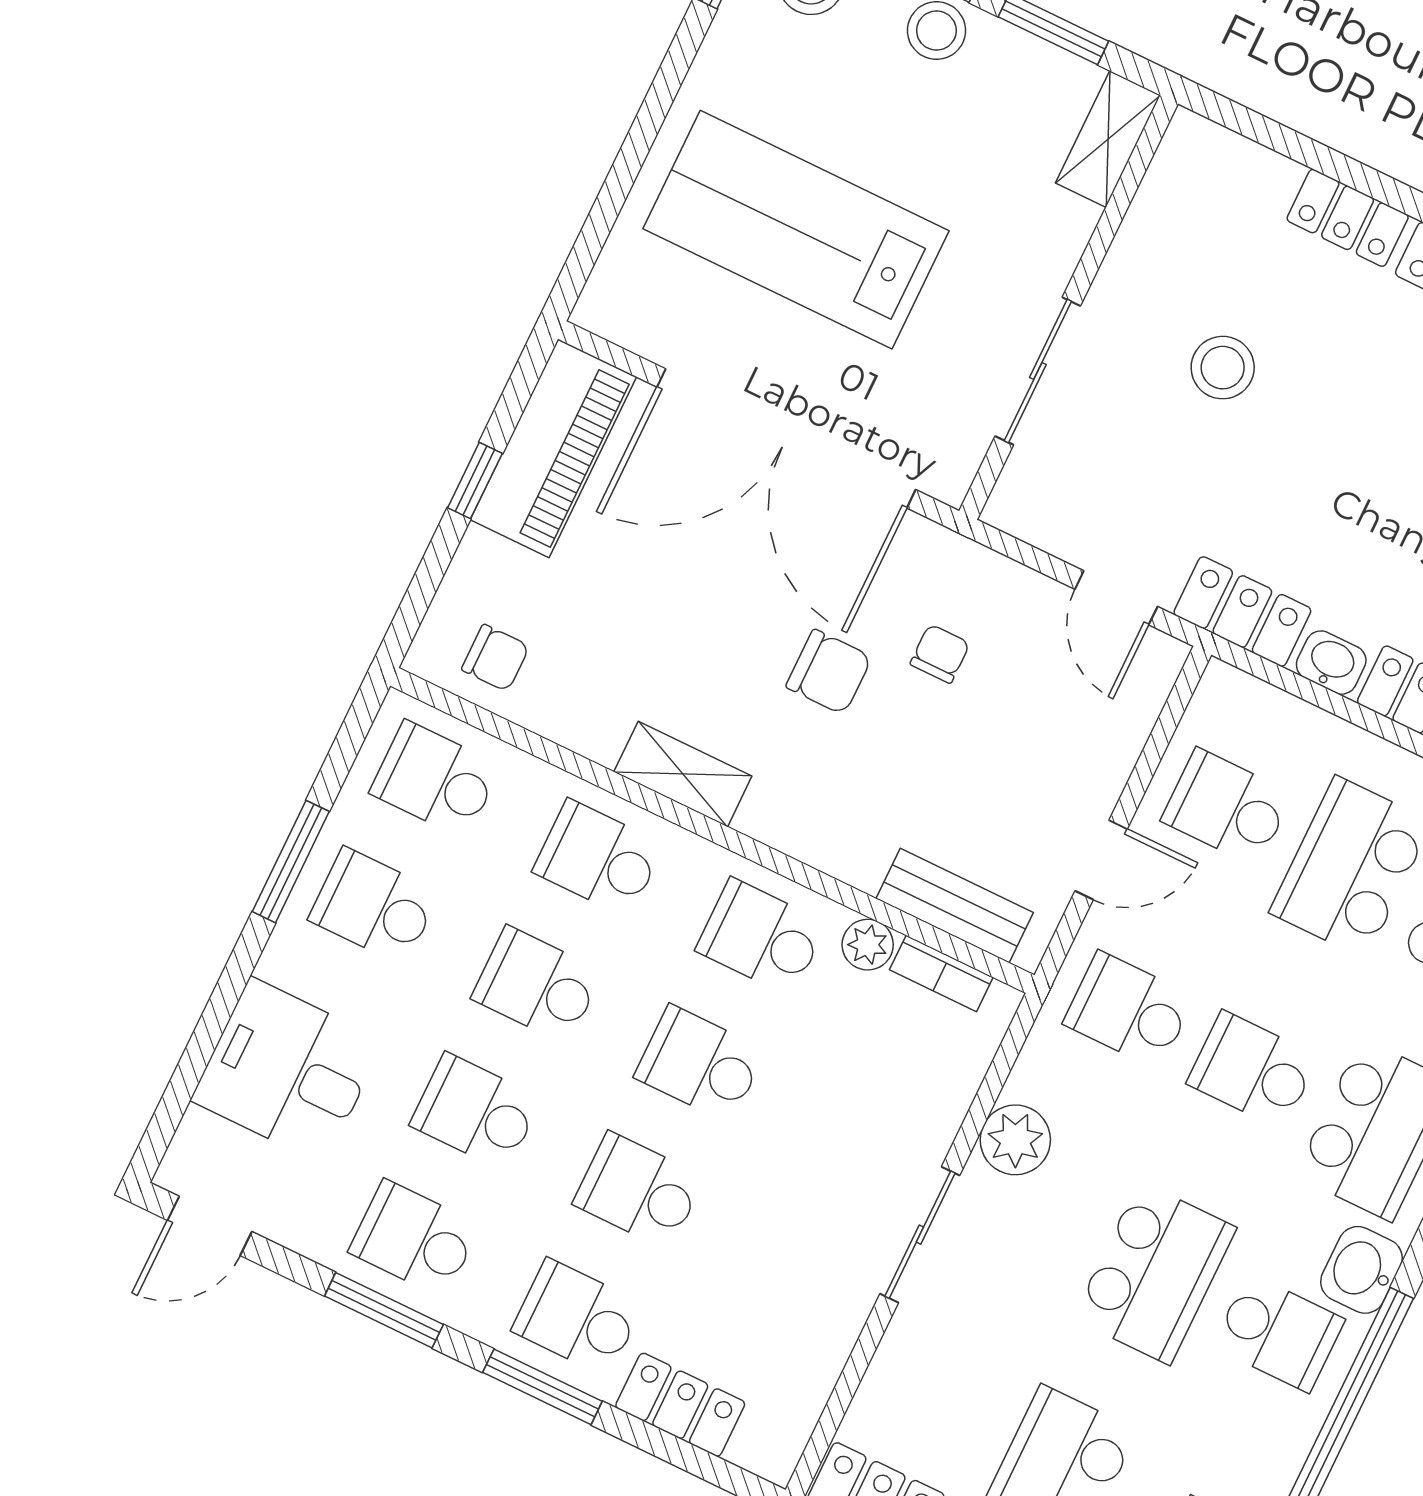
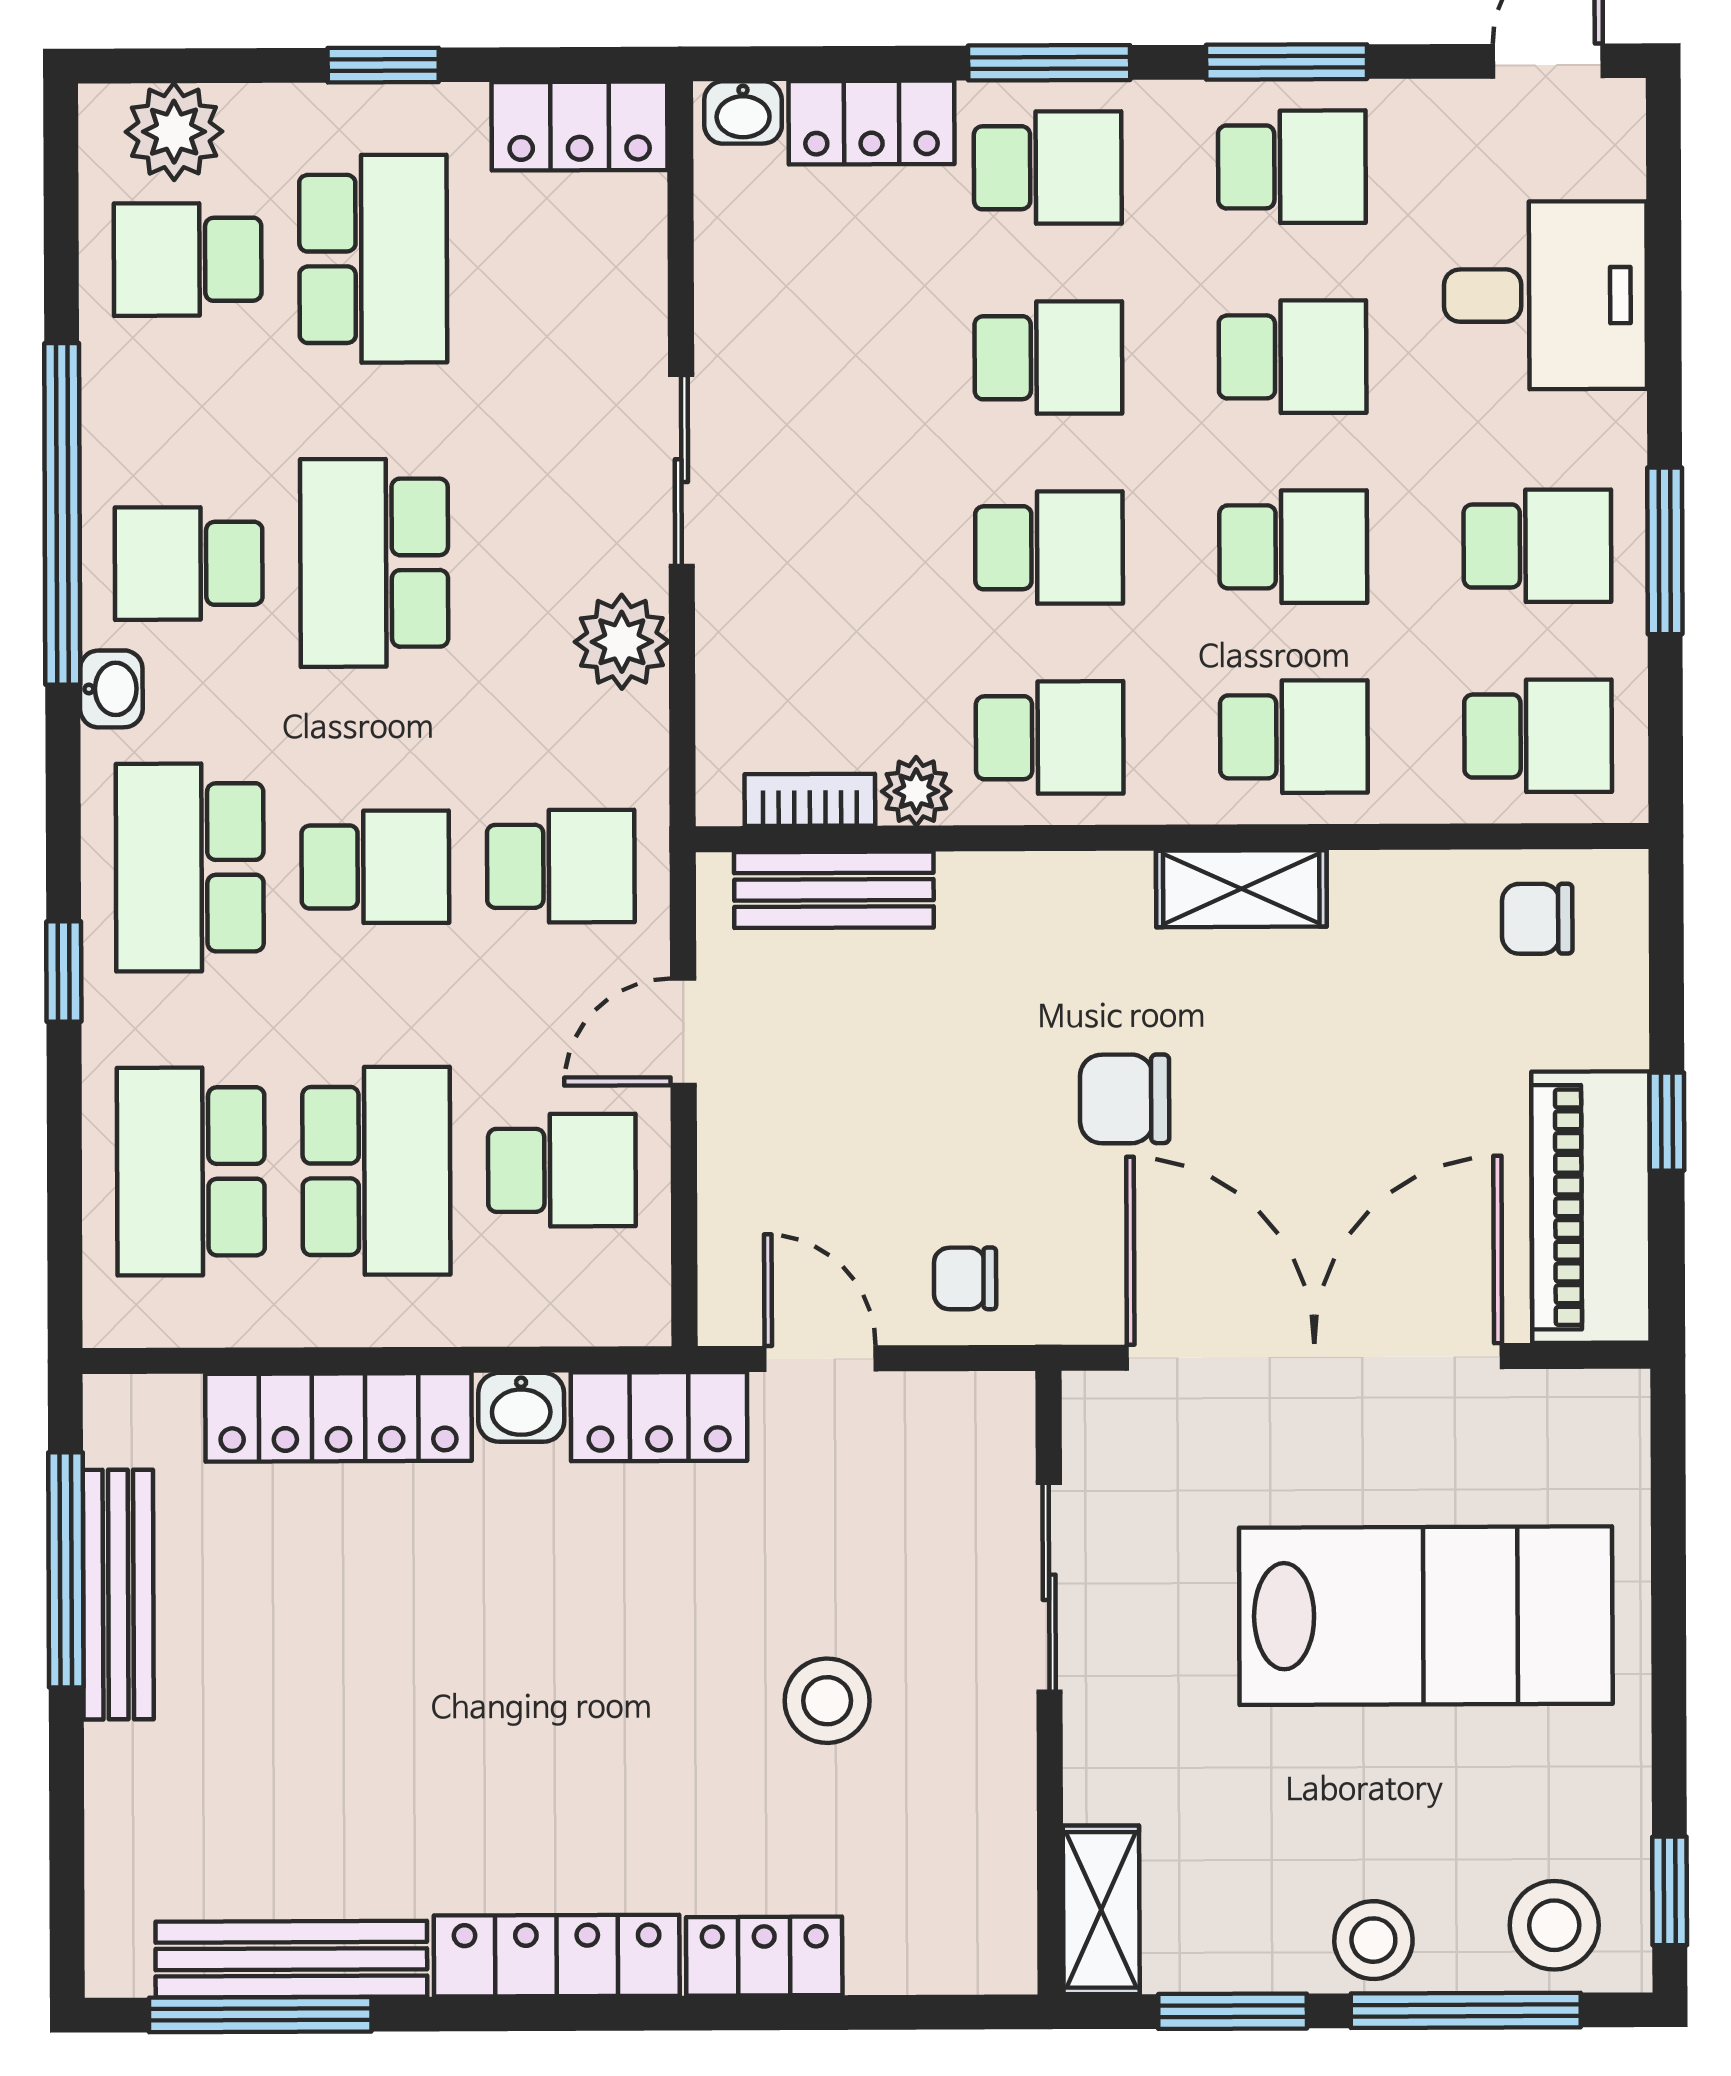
chair: (940, 654) -> (965, 1278), moved, turned 90
washbasin: (1361, 1270) -> (111, 689), width x0.72, depth x0.69
washbasin: (763, 1453) -> (743, 112), added

